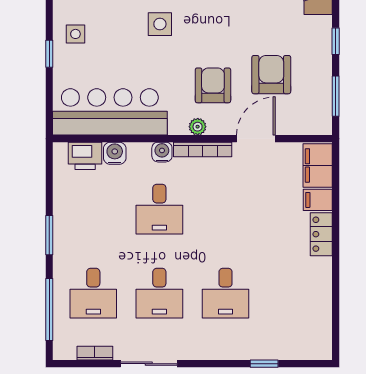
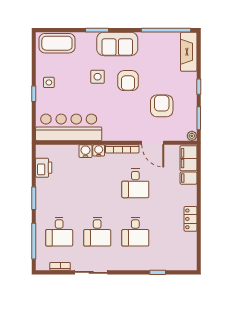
armchair: (213, 85) -> (128, 81), moved, turned 180
plant: (198, 127) -> (192, 136), moved
door: (256, 139) -> (153, 143), swing flipped
water cooler: (115, 153) -> (85, 151), moved
printer: (85, 156) -> (44, 168), moved, turned -90
desk: (159, 209) -> (135, 183), moved
locker: (321, 234) -> (191, 219), moved

